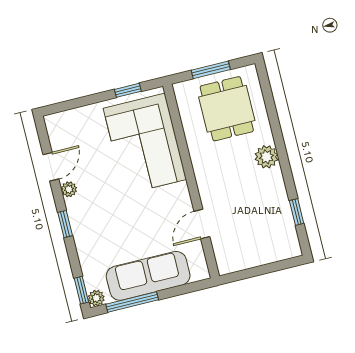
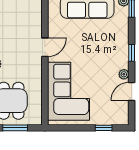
window: (128, 90) -> (104, 128), moved
door: (202, 224) -> (45, 47), moved

